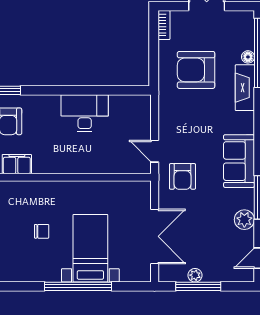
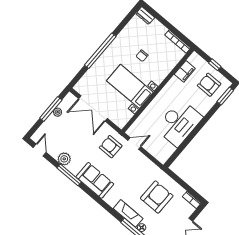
desk: (85, 113) -> (179, 123), width x1.36, depth x1.30
bed with nightstands: (90, 248) -> (130, 86), moved, turned 180

